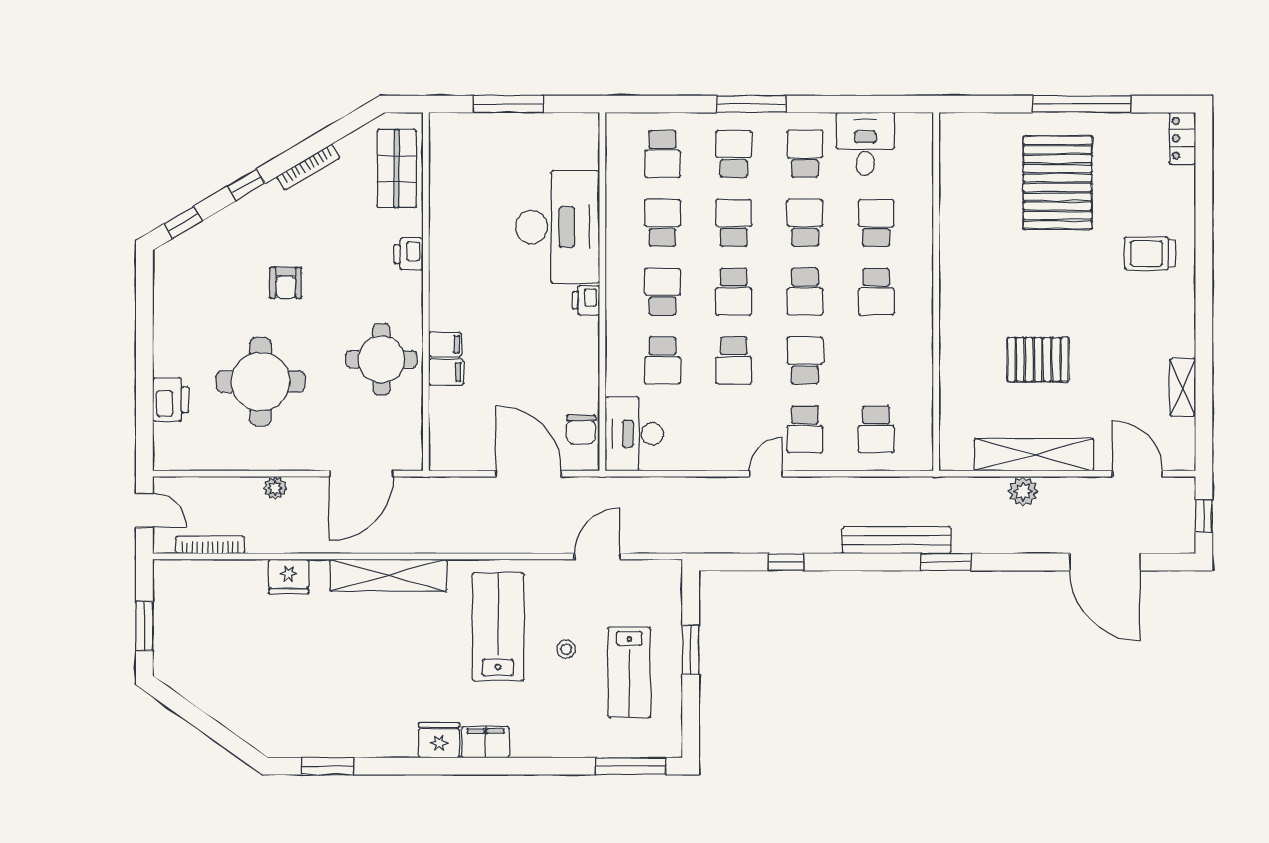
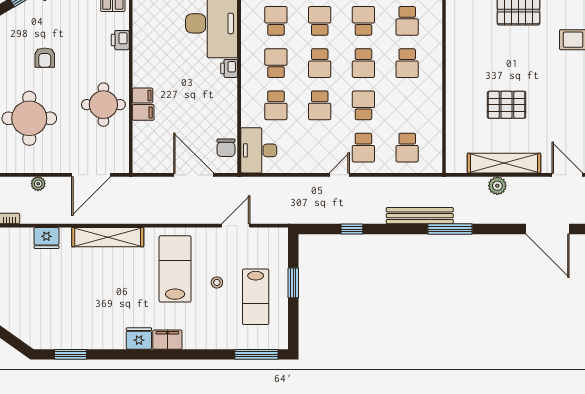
school desk: (876, 223) -> (407, 21), turned 180
window: (946, 562) -> (450, 229), width x1.44

